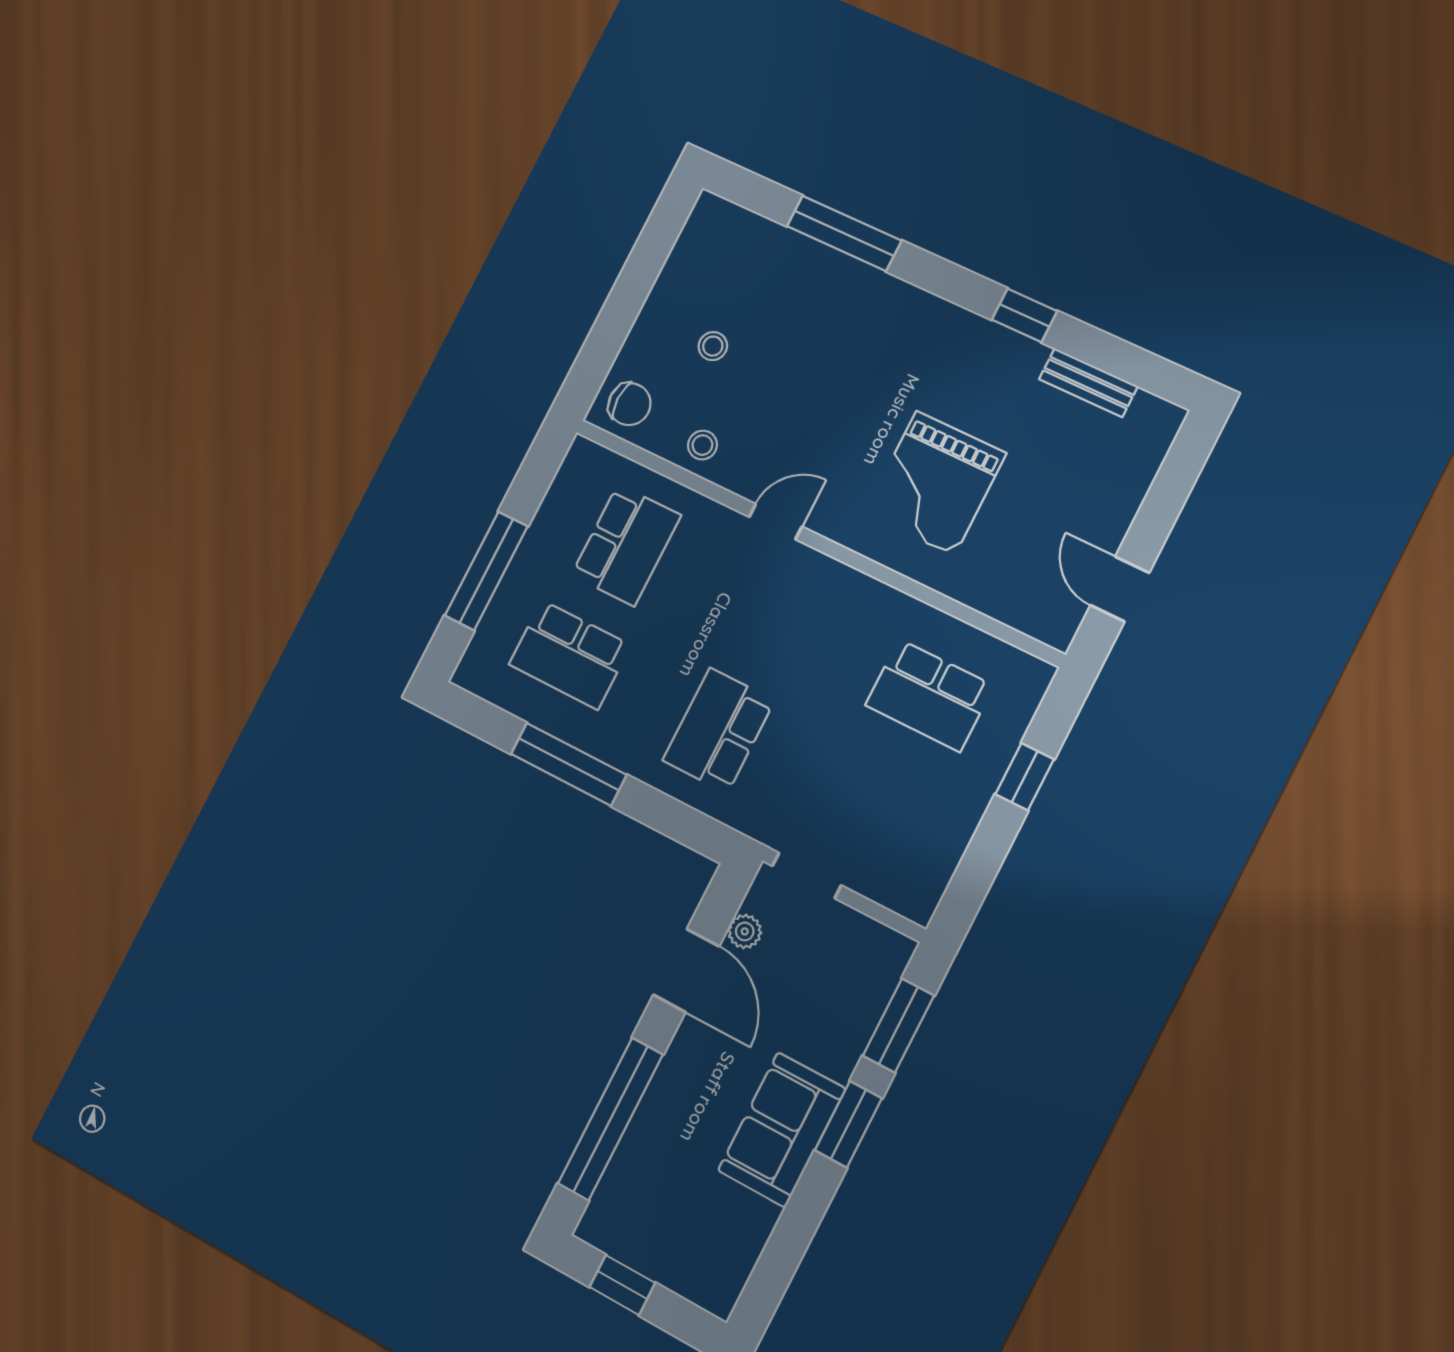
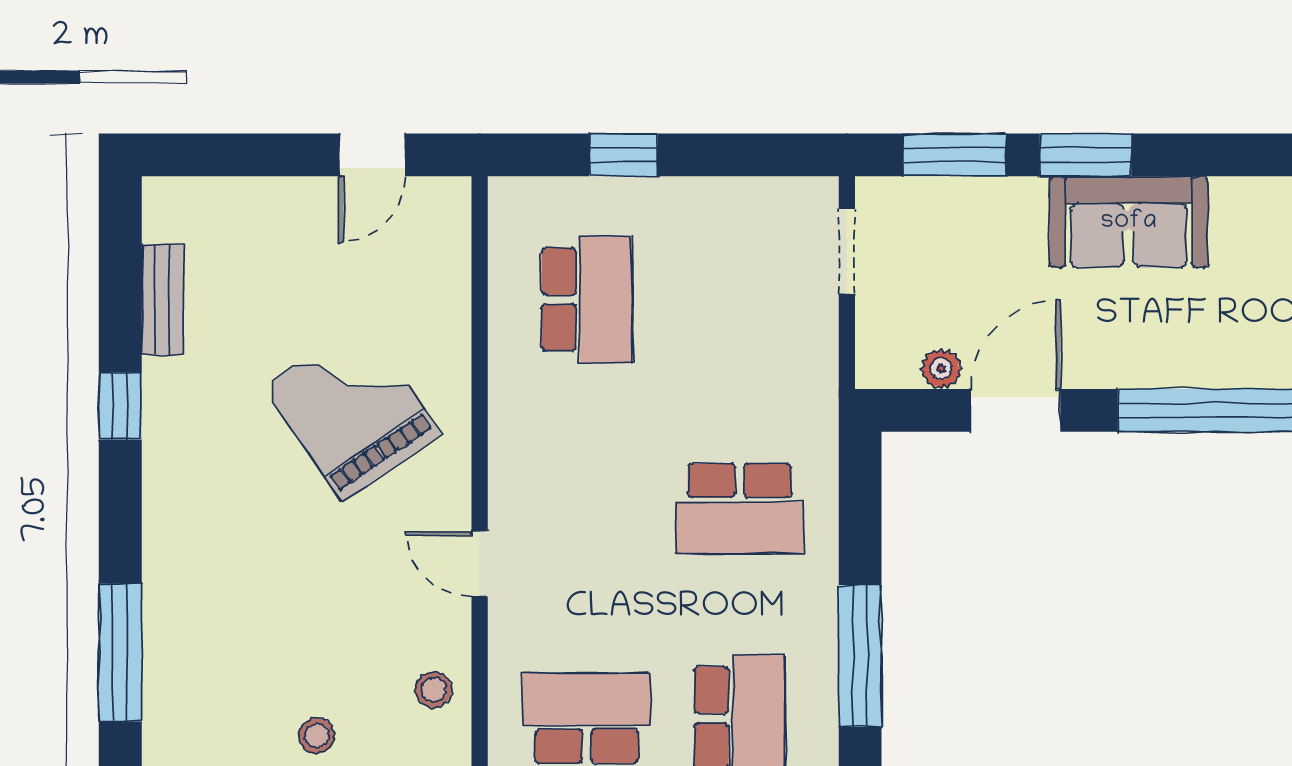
grand piano: (935, 483) -> (352, 410), turned -124
doorway: (807, 876) -> (847, 252), moved

